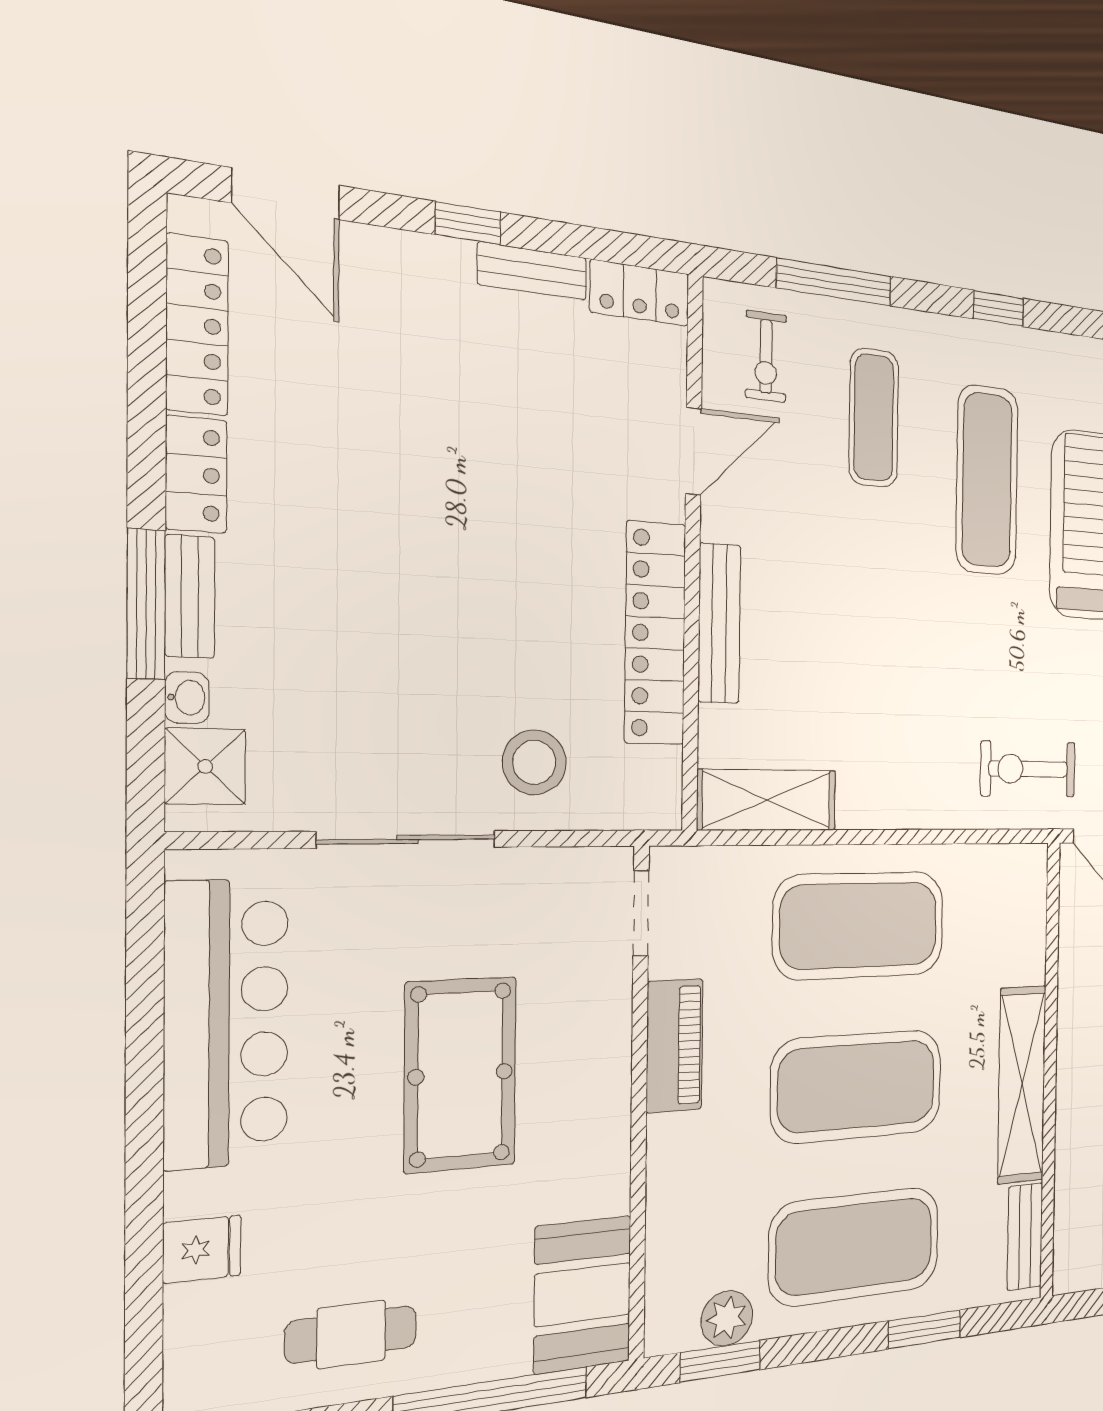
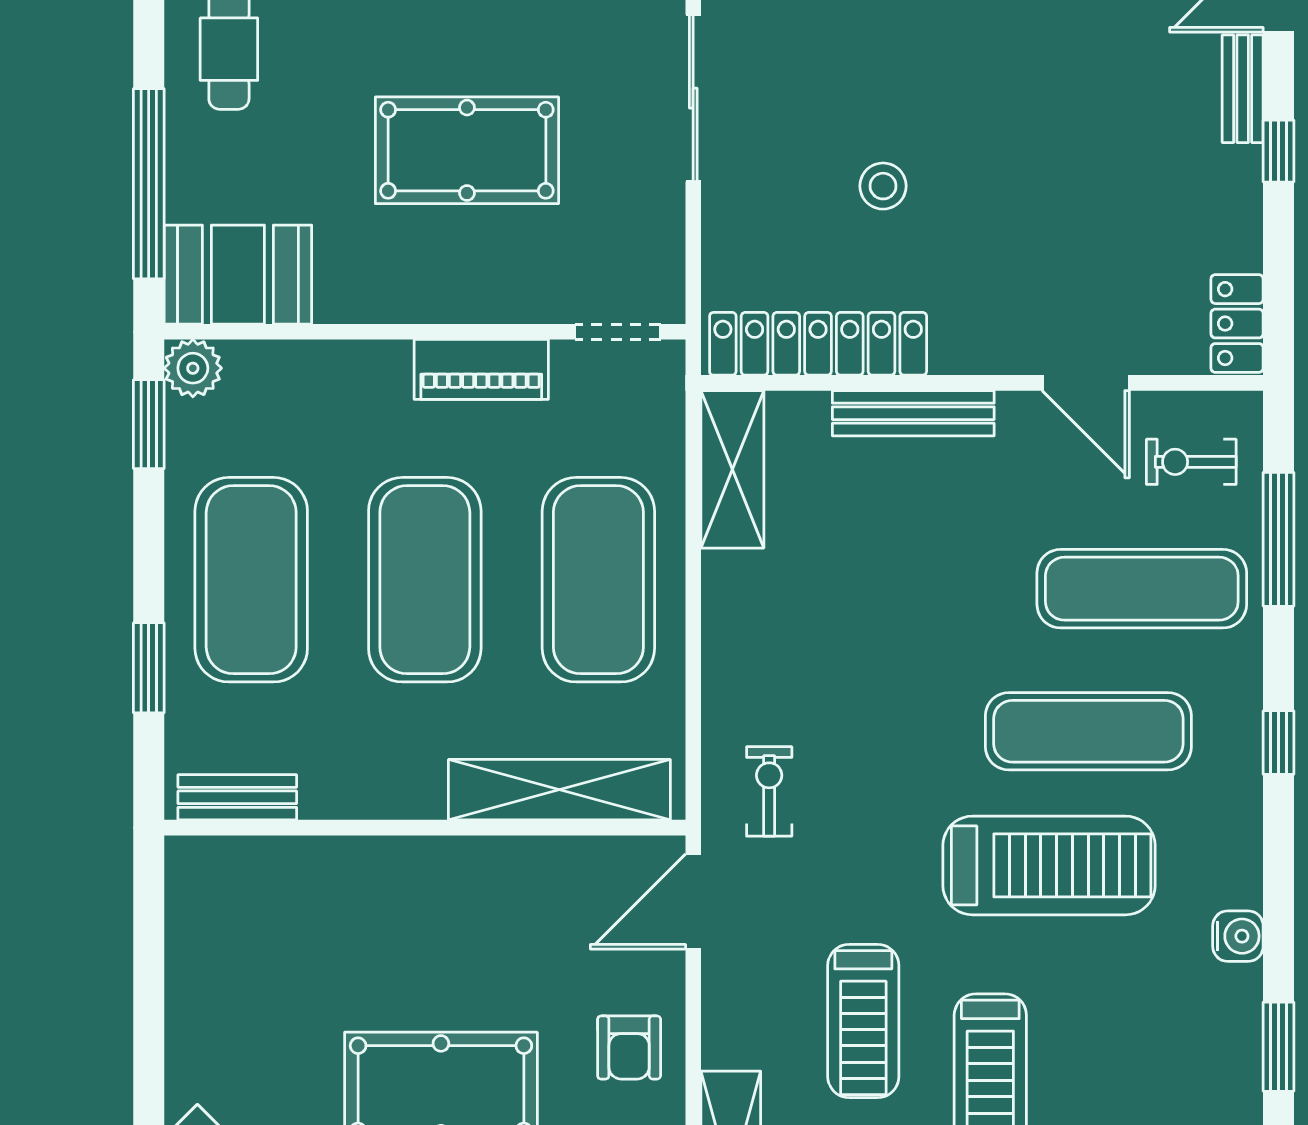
bench: (532, 271) -> (1243, 89), moved
exercise mat: (874, 418) -> (1142, 589), width x1.36, depth x1.45
locker: (655, 633) -> (818, 344), moved
stool: (534, 762) -> (883, 186), moved, width x0.73, depth x0.73
exercise bike: (1028, 769) -> (769, 791), width x0.73, depth x0.72
shelving: (1022, 1085) -> (559, 790), moved
plant: (727, 1318) -> (193, 368), moved

